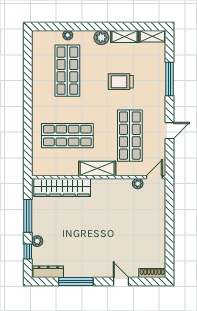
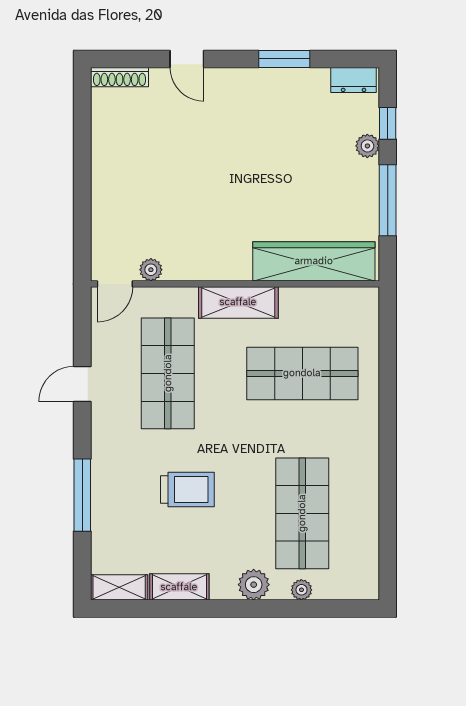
plant: (101, 38) -> (254, 585), moved
dresser: (48, 272) -> (354, 80), width x0.70
window: (76, 281) -> (284, 59), width x0.69

